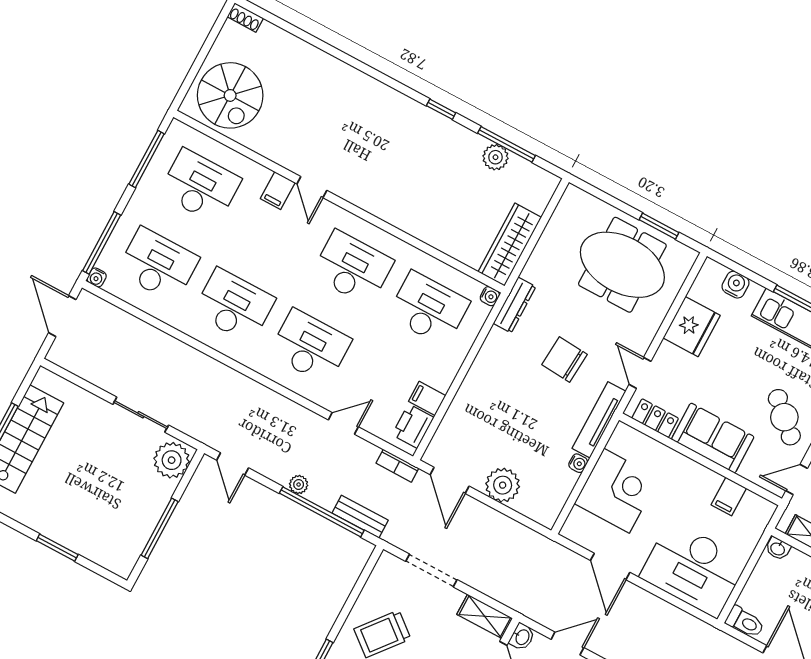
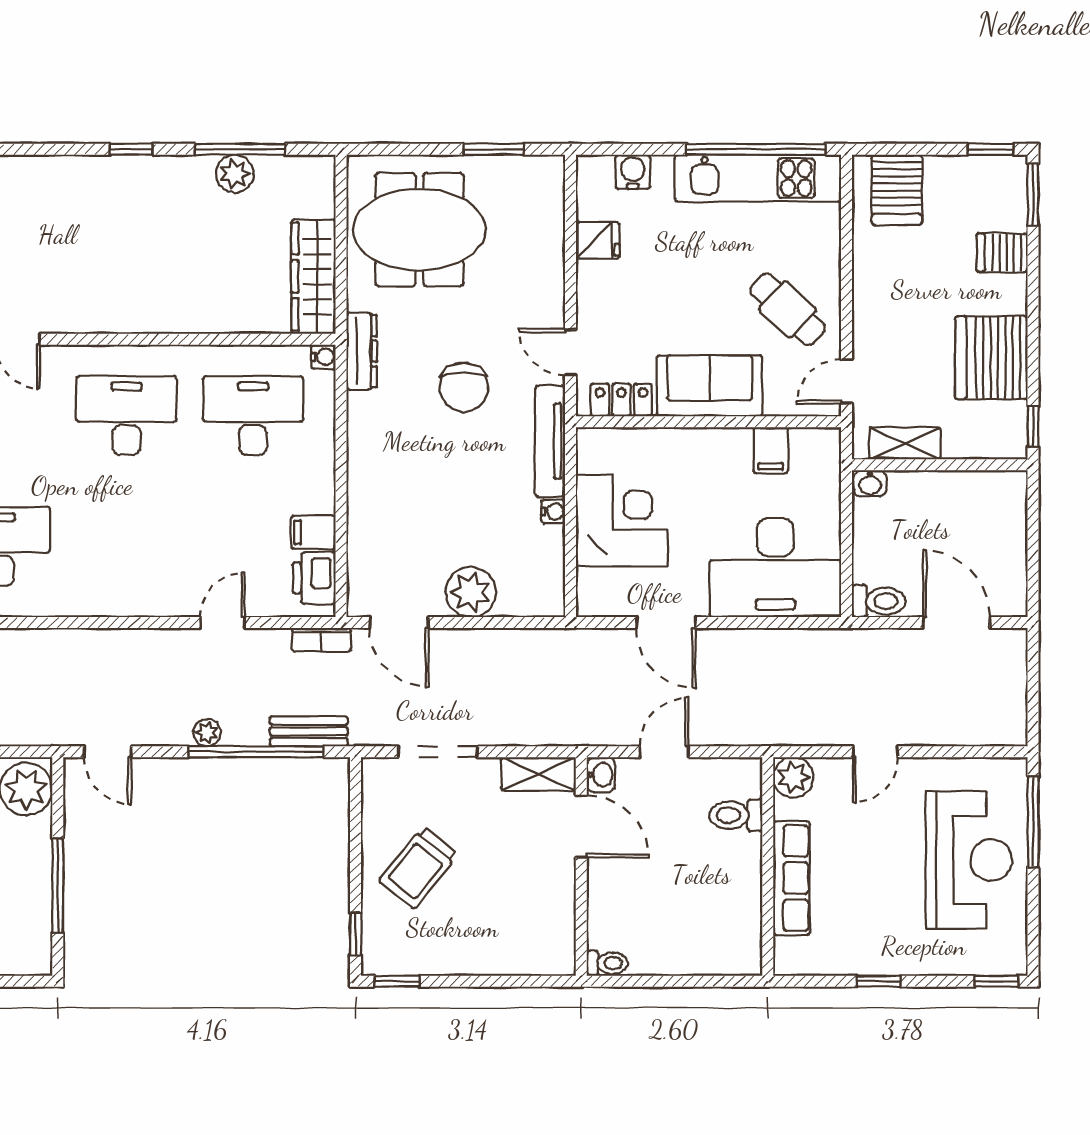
meeting table: (622, 265) -> (419, 230), moved
fridge: (692, 327) -> (598, 240), width x0.53, depth x0.75
desk: (310, 347) -> (126, 546), removed
chair: (565, 360) -> (464, 387), turned -94

